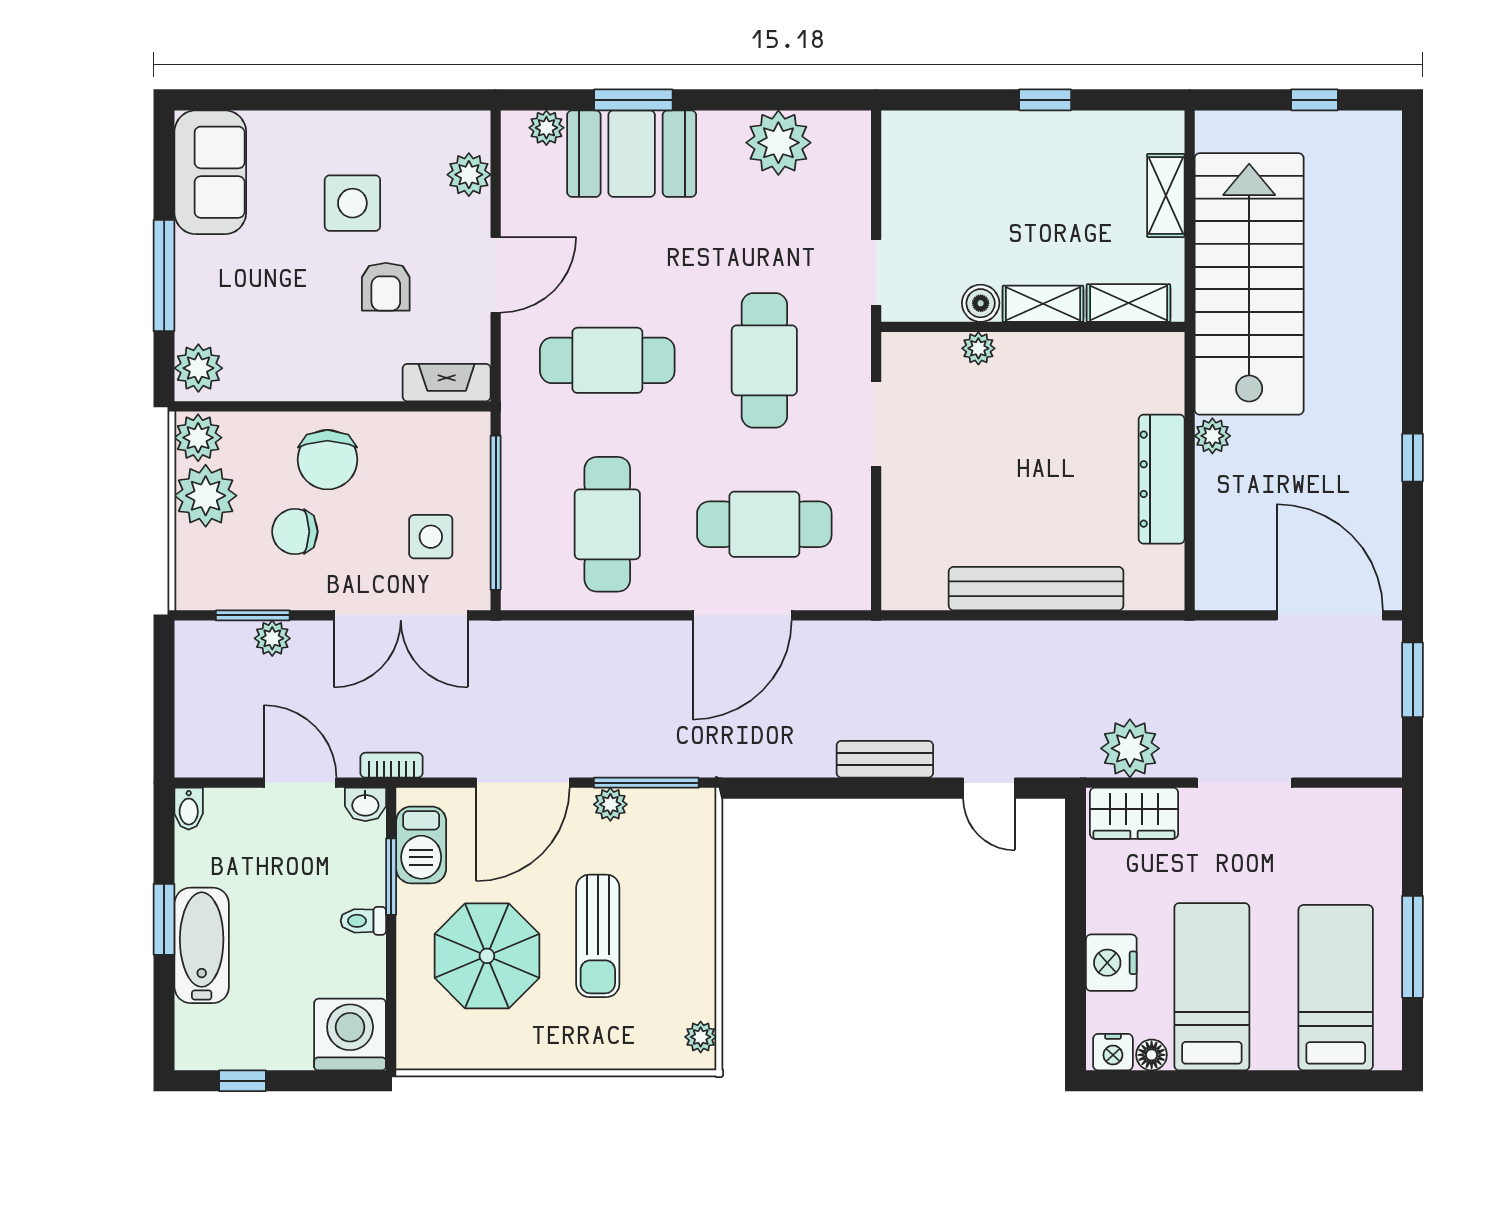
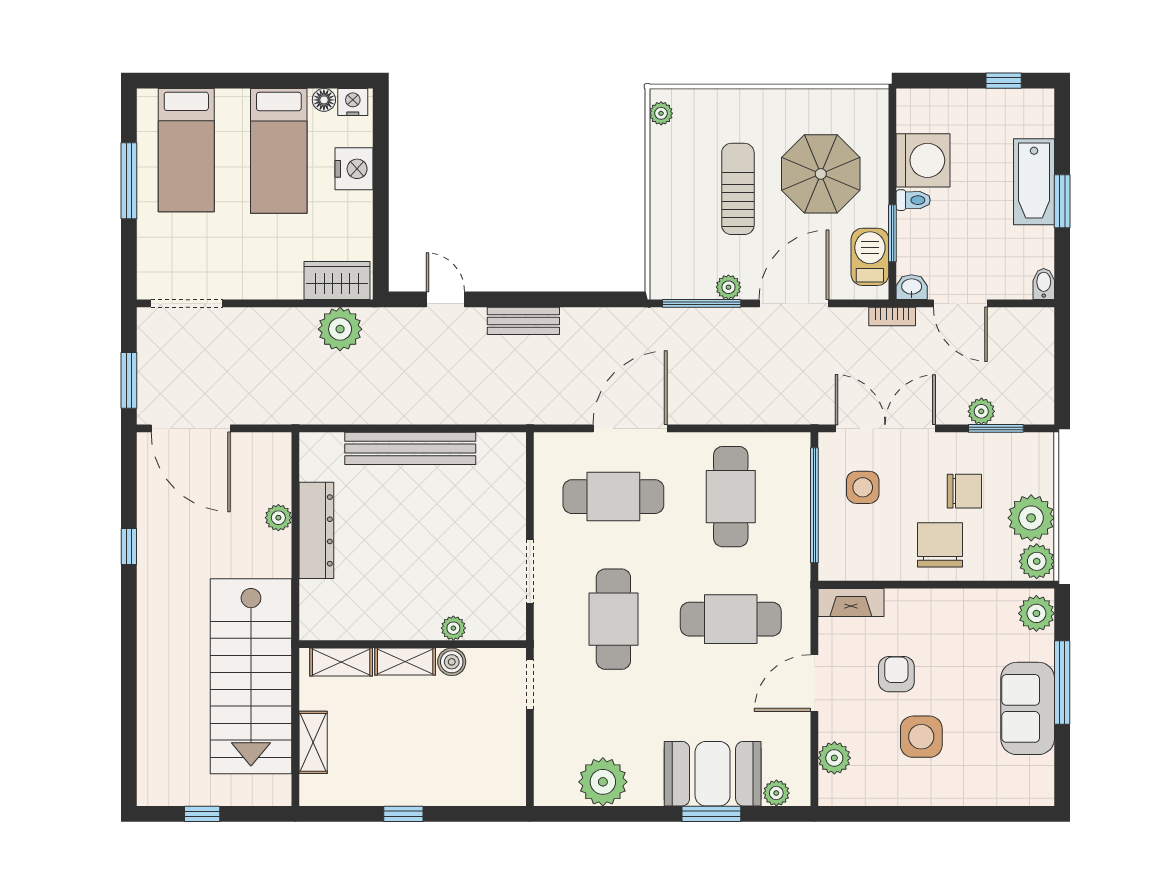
sofa: (210, 172) -> (1028, 708), moved
plant: (1212, 436) -> (278, 518), moved
doorway: (1245, 783) -> (187, 303), moved
washing machine: (350, 1034) -> (923, 160), moved, turned -90

